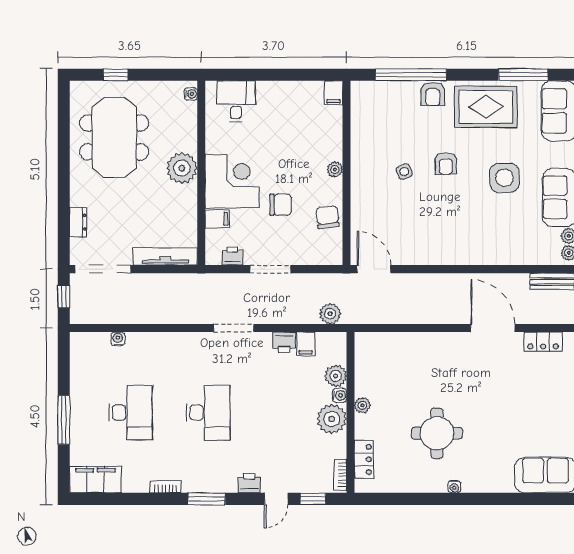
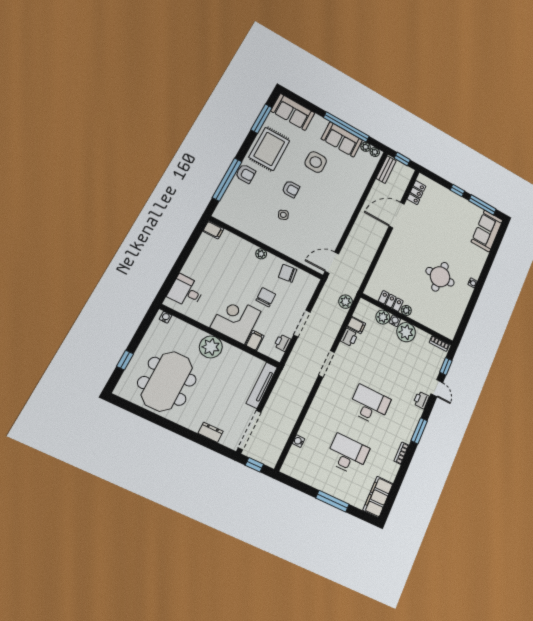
meeting table: (114, 137) -> (167, 381), turned 90
locker: (364, 459) -> (391, 301), moved

